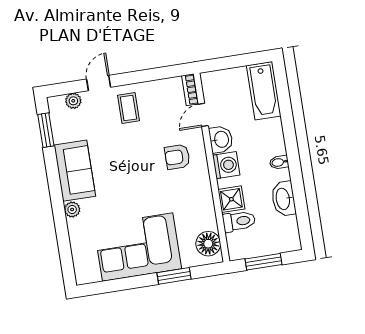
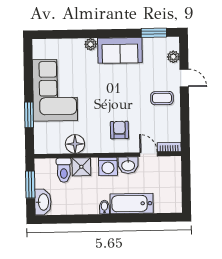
bathtub: (264, 91) -> (132, 203), moved
washbasin: (283, 199) -> (43, 202), moved, turned 90
floor lamp: (208, 244) -> (75, 144), moved

